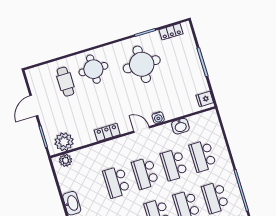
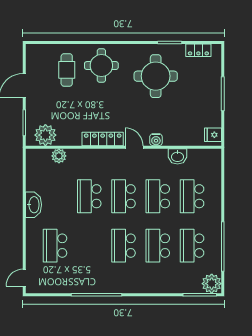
locker: (107, 132) -> (103, 139), width x1.53
plant: (65, 160) -> (59, 156), moved

